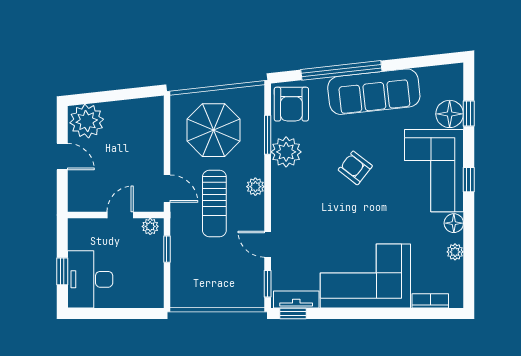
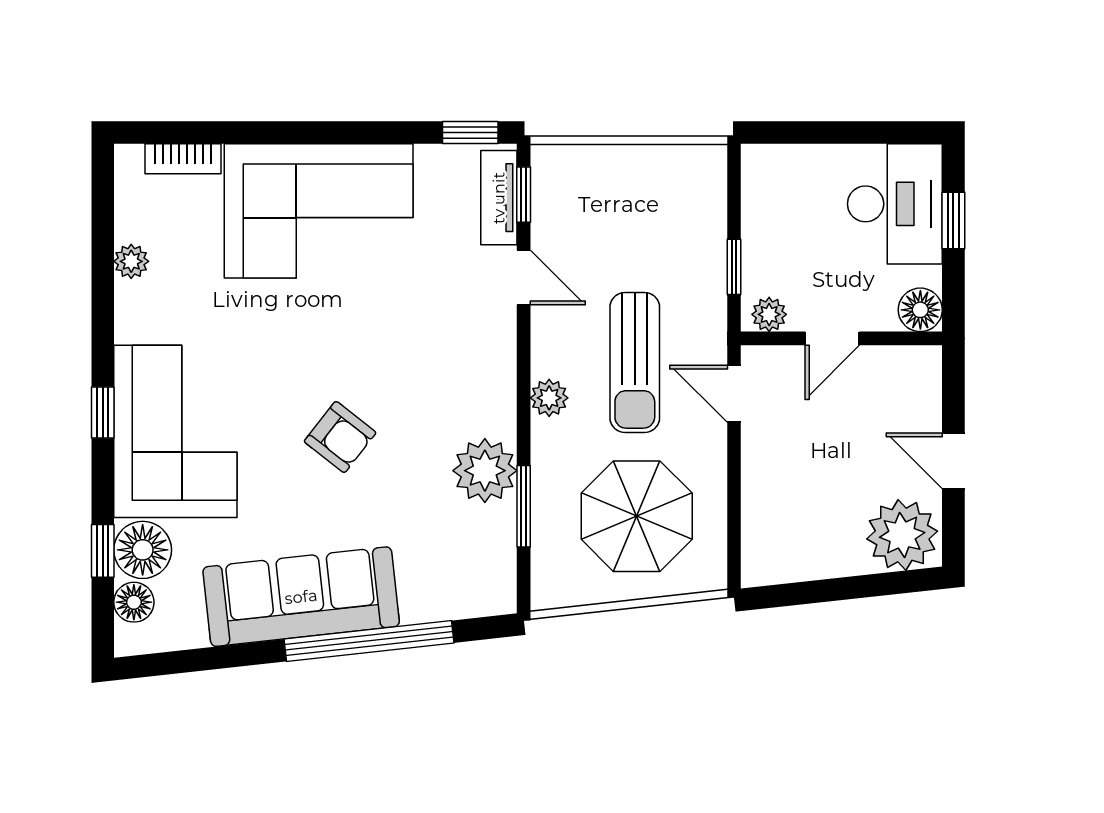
armchair: (291, 104) -> (474, 571), removed
sun lounger: (214, 204) -> (635, 362), turned 180
floor lamp: (454, 223) -> (134, 602), moved
floor lamp: (78, 229) -> (920, 310), added
tv unit: (296, 299) -> (499, 198), moved, turned 90

